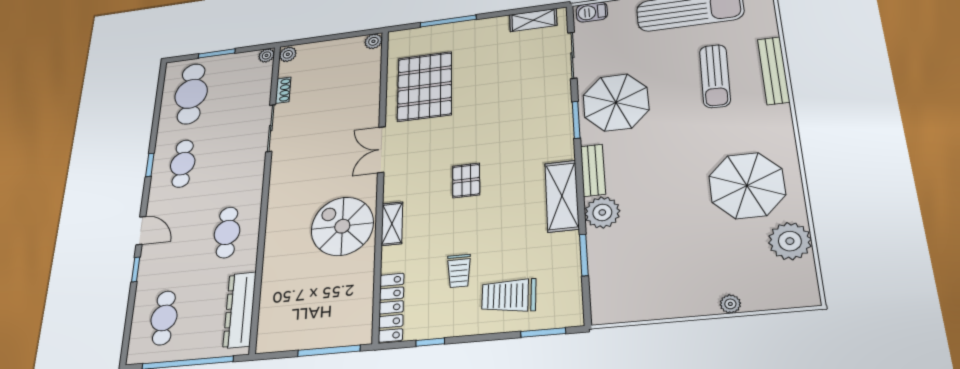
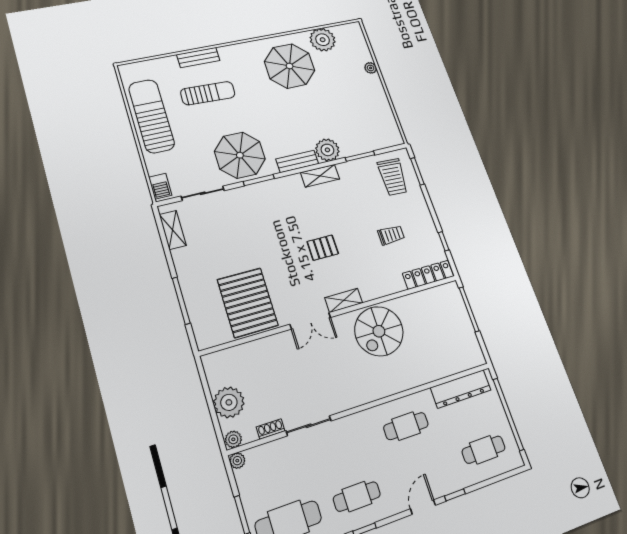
plant: (373, 41) -> (229, 402), moved, width x1.87, depth x1.87
bench: (773, 71) -> (198, 57), width x0.73
pallet: (425, 86) -> (248, 303), turned 90
shelving: (562, 196) -> (320, 176), width x0.67, depth x0.75
shelving: (392, 224) -> (344, 300), moved
trolley: (509, 296) -> (393, 177), moved

